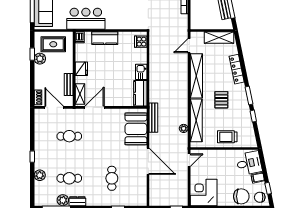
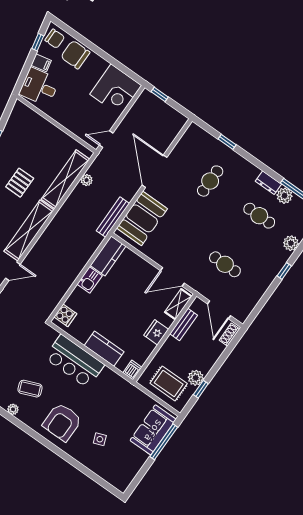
bar counter: (86, 19) -> (74, 361), moved
trolley: (227, 137) -> (43, 135), removed

